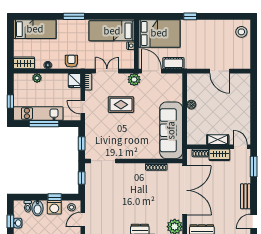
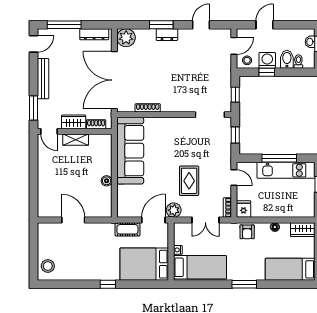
door: (151, 71) -> (153, 220), swing flipped
plant: (37, 78) -> (288, 212), removed
rug: (121, 105) -> (189, 181), turned 90
bench: (246, 196) -> (43, 79), width x1.36

